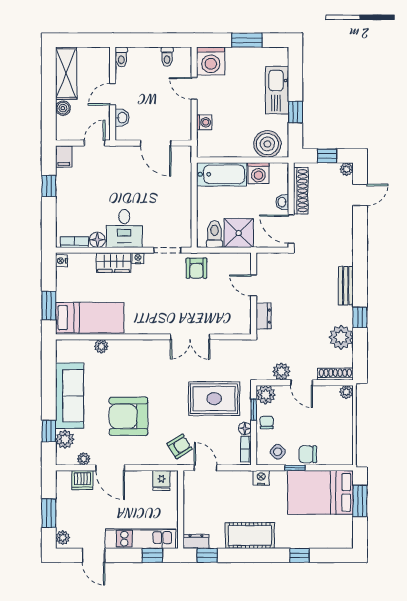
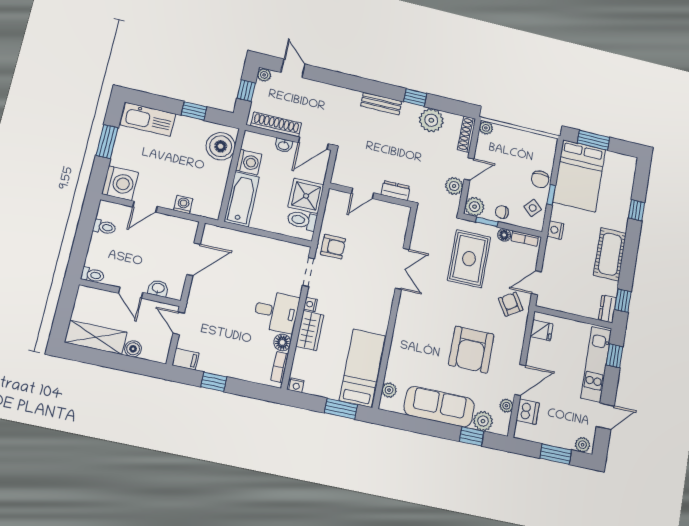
kitchen sink: (277, 90) -> (148, 119), moved
plant: (101, 346) -> (389, 390), moved

